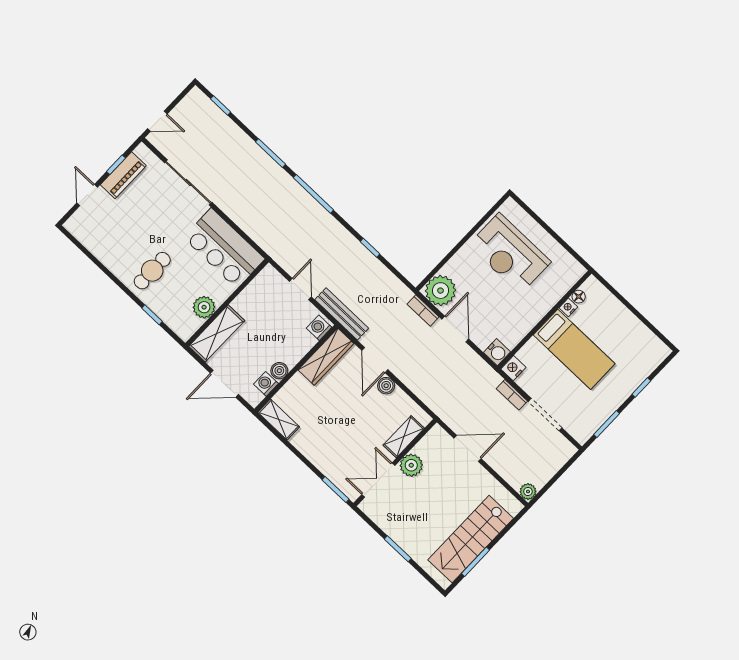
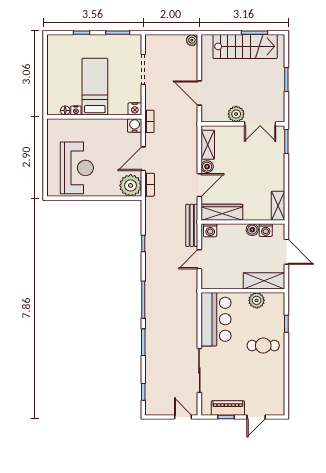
bookcase: (512, 395) -> (149, 121), moved
shelving: (404, 437) -> (208, 145), moved, turned 90

